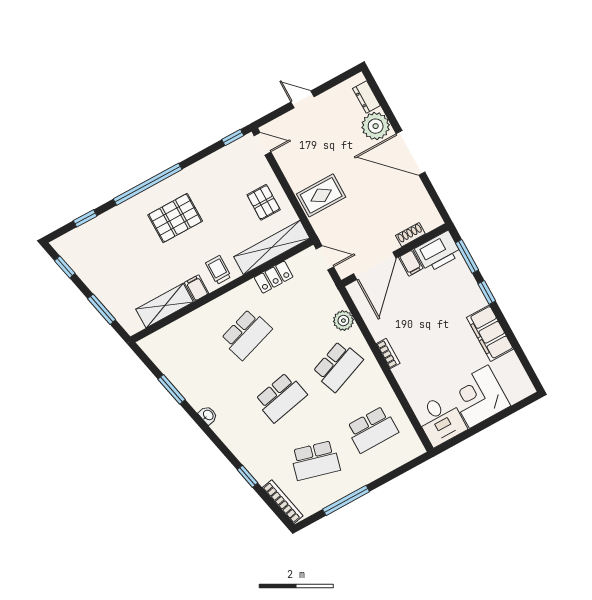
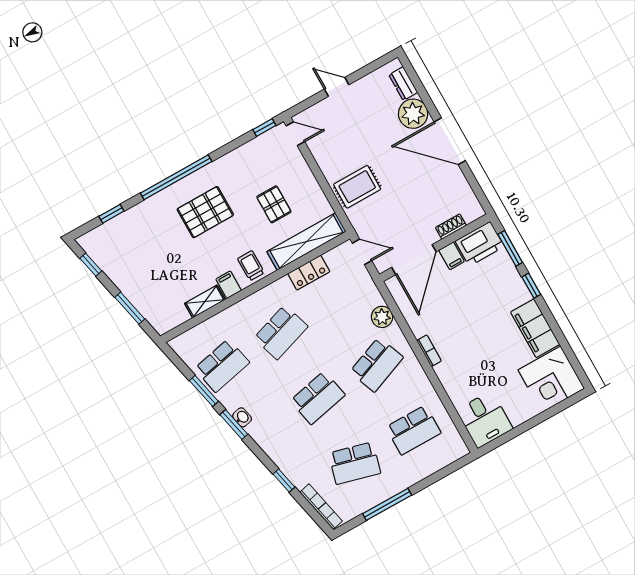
pallet: (264, 202) -> (274, 204), moved
shelving: (165, 306) -> (205, 301), width x0.67, depth x0.75
school desk: (189, 365) -> (222, 366), added
corner desk: (479, 397) -> (551, 379), moved, turned -90
window: (200, 422) -> (234, 424), added

